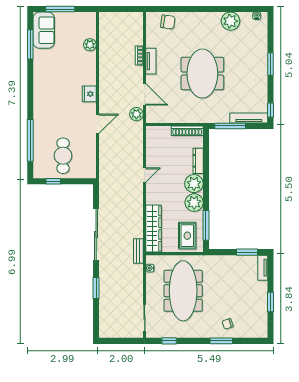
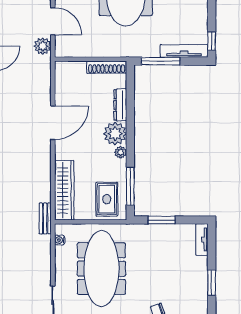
door: (145, 175) -> (53, 123), width x1.88
plant: (194, 203) -> (121, 152), width x0.53, depth x0.53
window: (247, 252) -> (162, 220), moved

